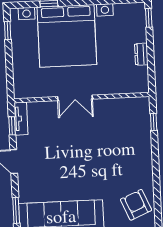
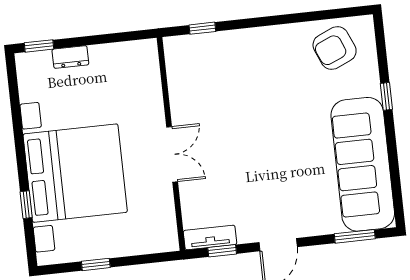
window: (8, 31) -> (96, 264), moved
dresser: (141, 54) -> (70, 57), moved

